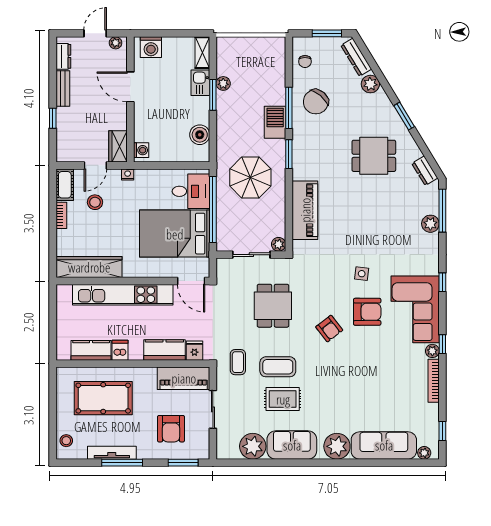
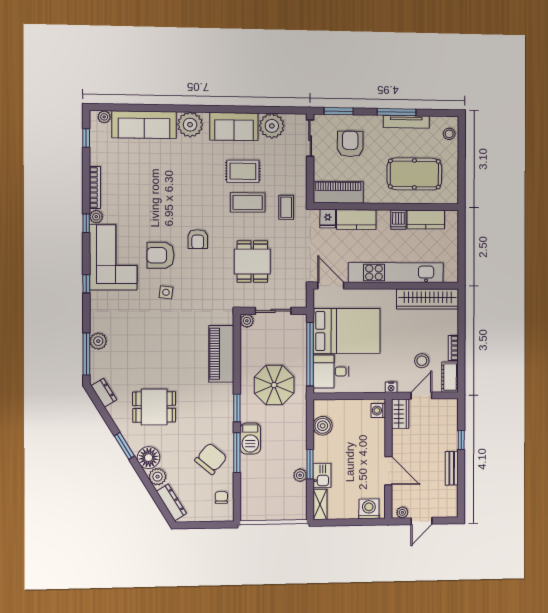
window: (327, 33) -> (200, 525), removed
dresser: (63, 56) -> (451, 499), removed
floor lamp: (380, 104) -> (149, 458), added
armchair: (329, 329) -> (198, 239), turned -142
sliding door: (213, 409) -> (310, 138), moved

